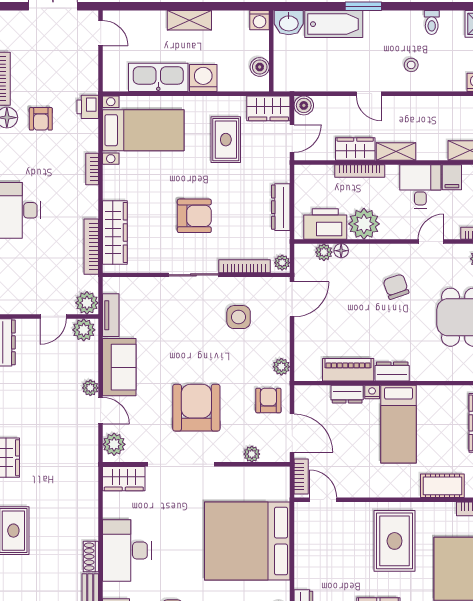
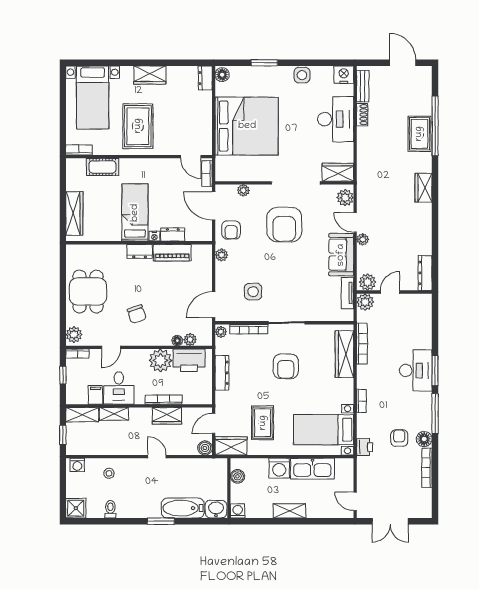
stool: (411, 65) -> (109, 473), moved
shelving: (396, 152) -> (114, 414), moved
armchair: (194, 216) -> (286, 366), turned -90

